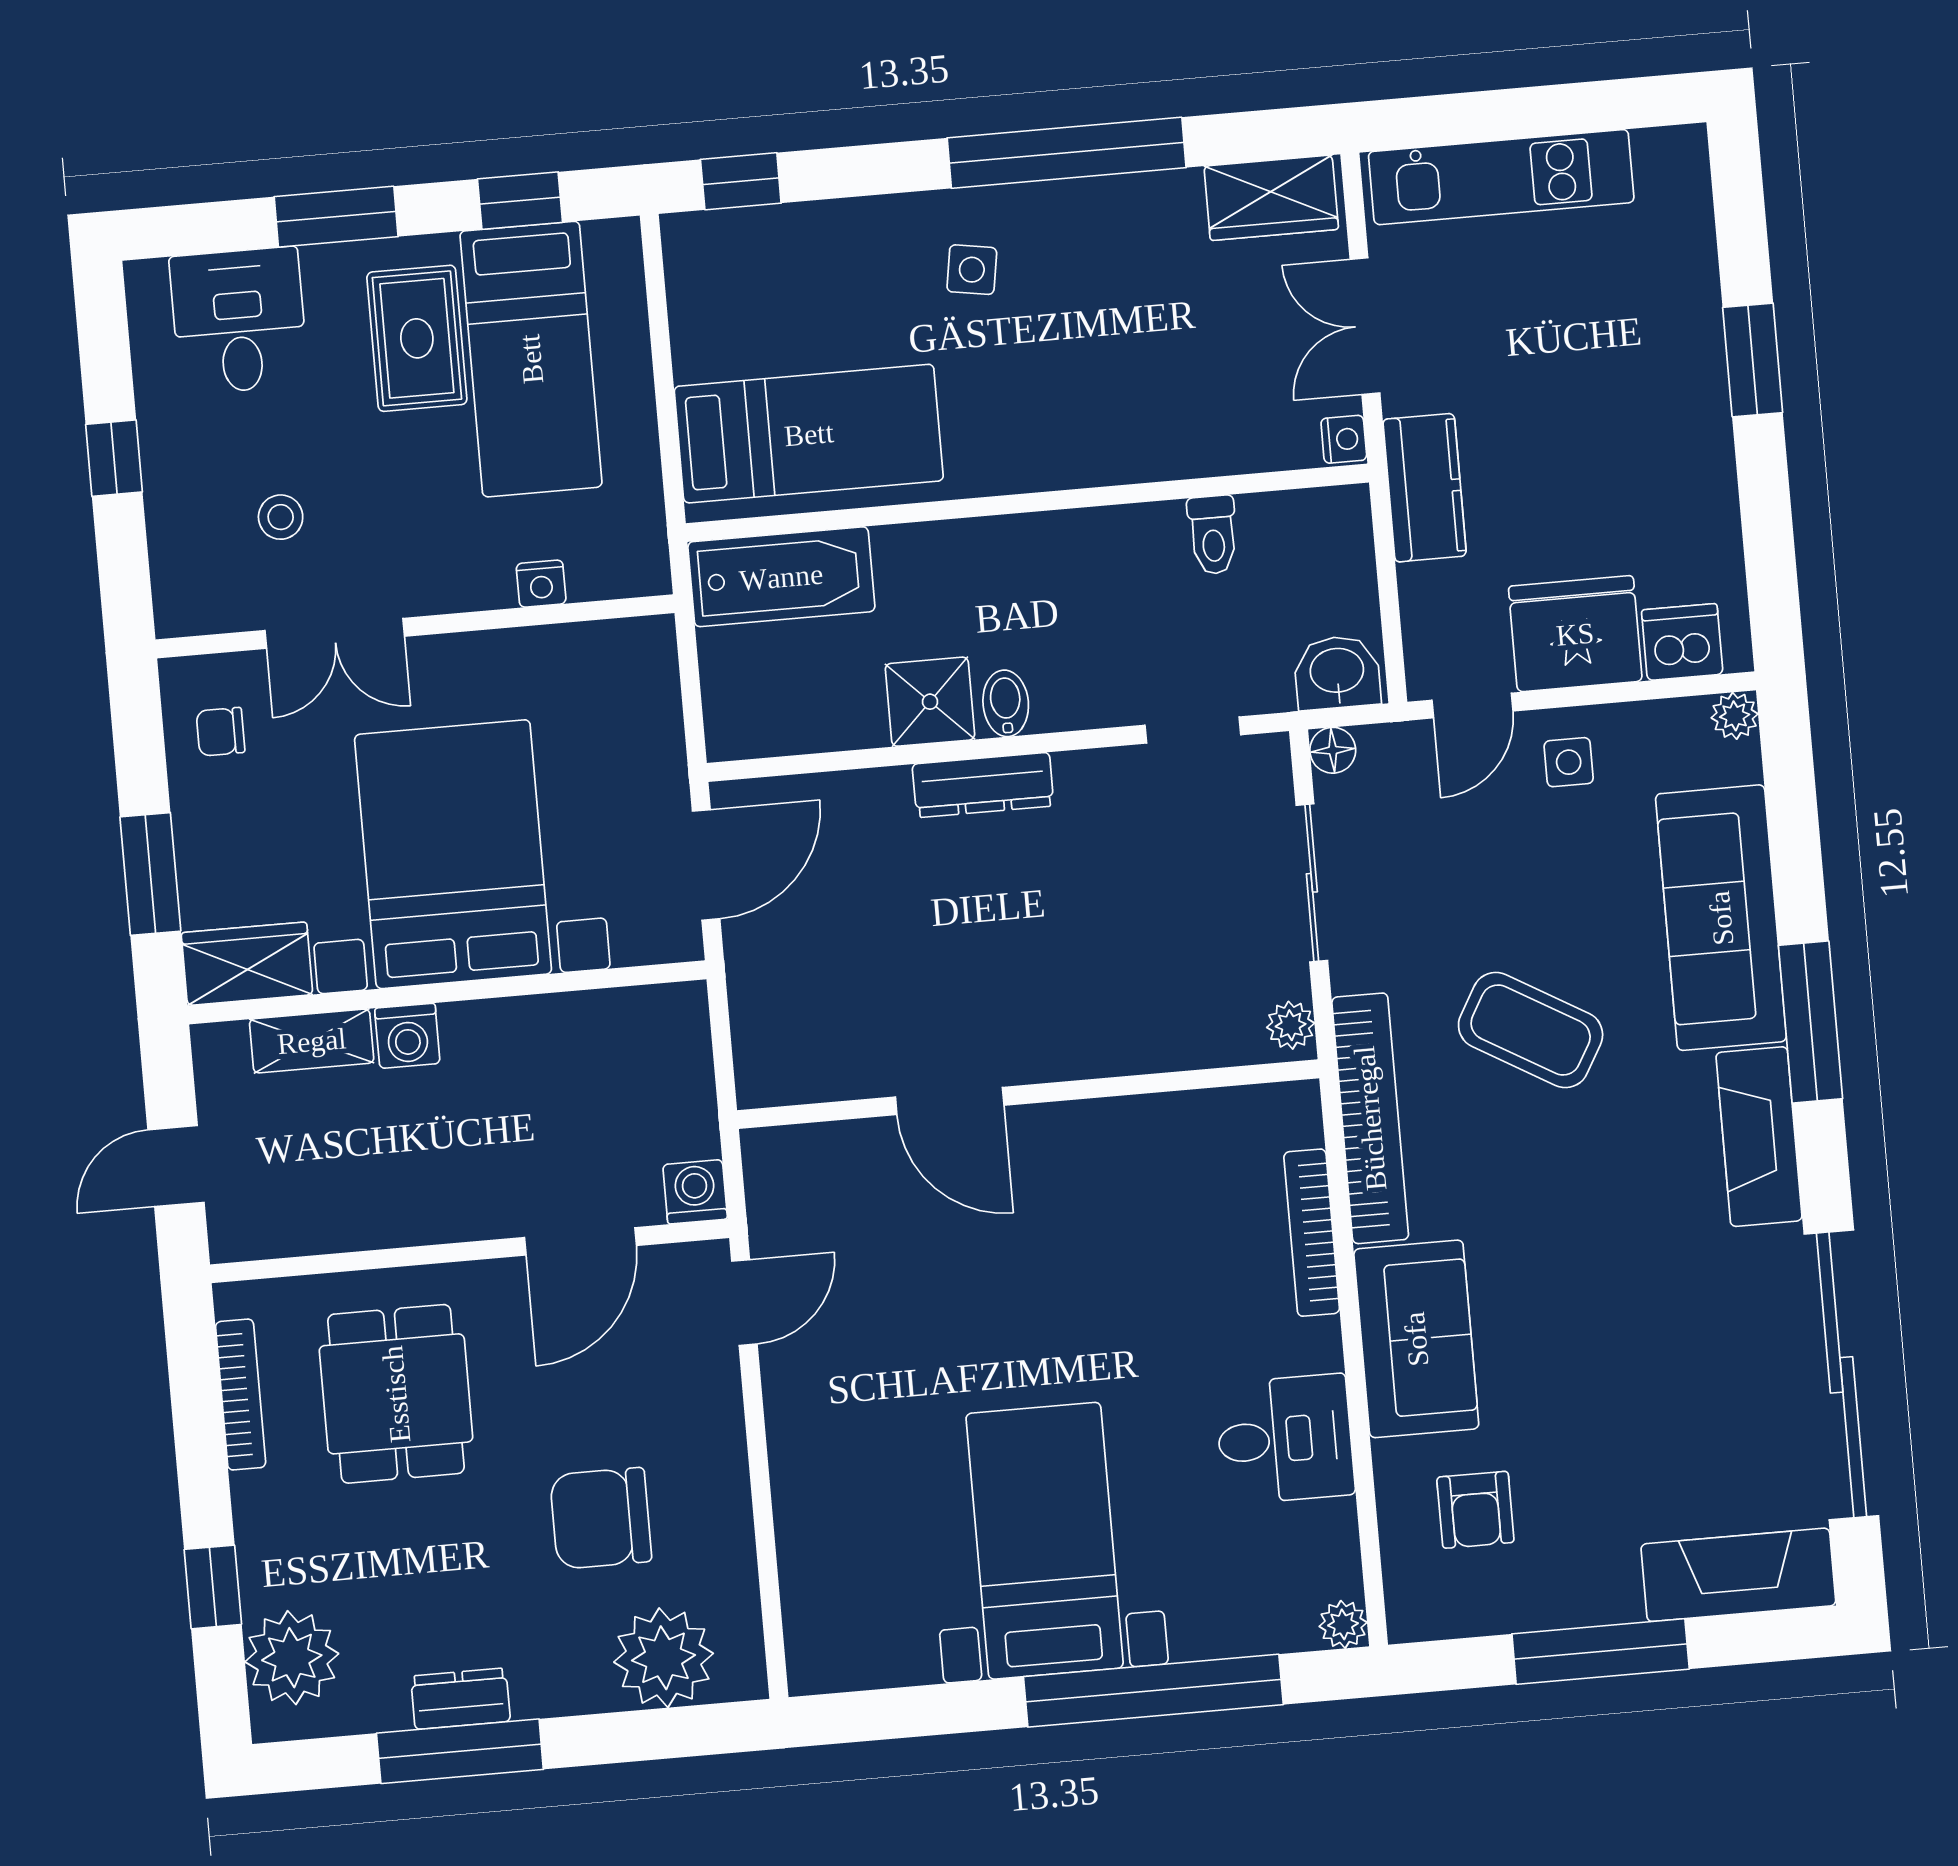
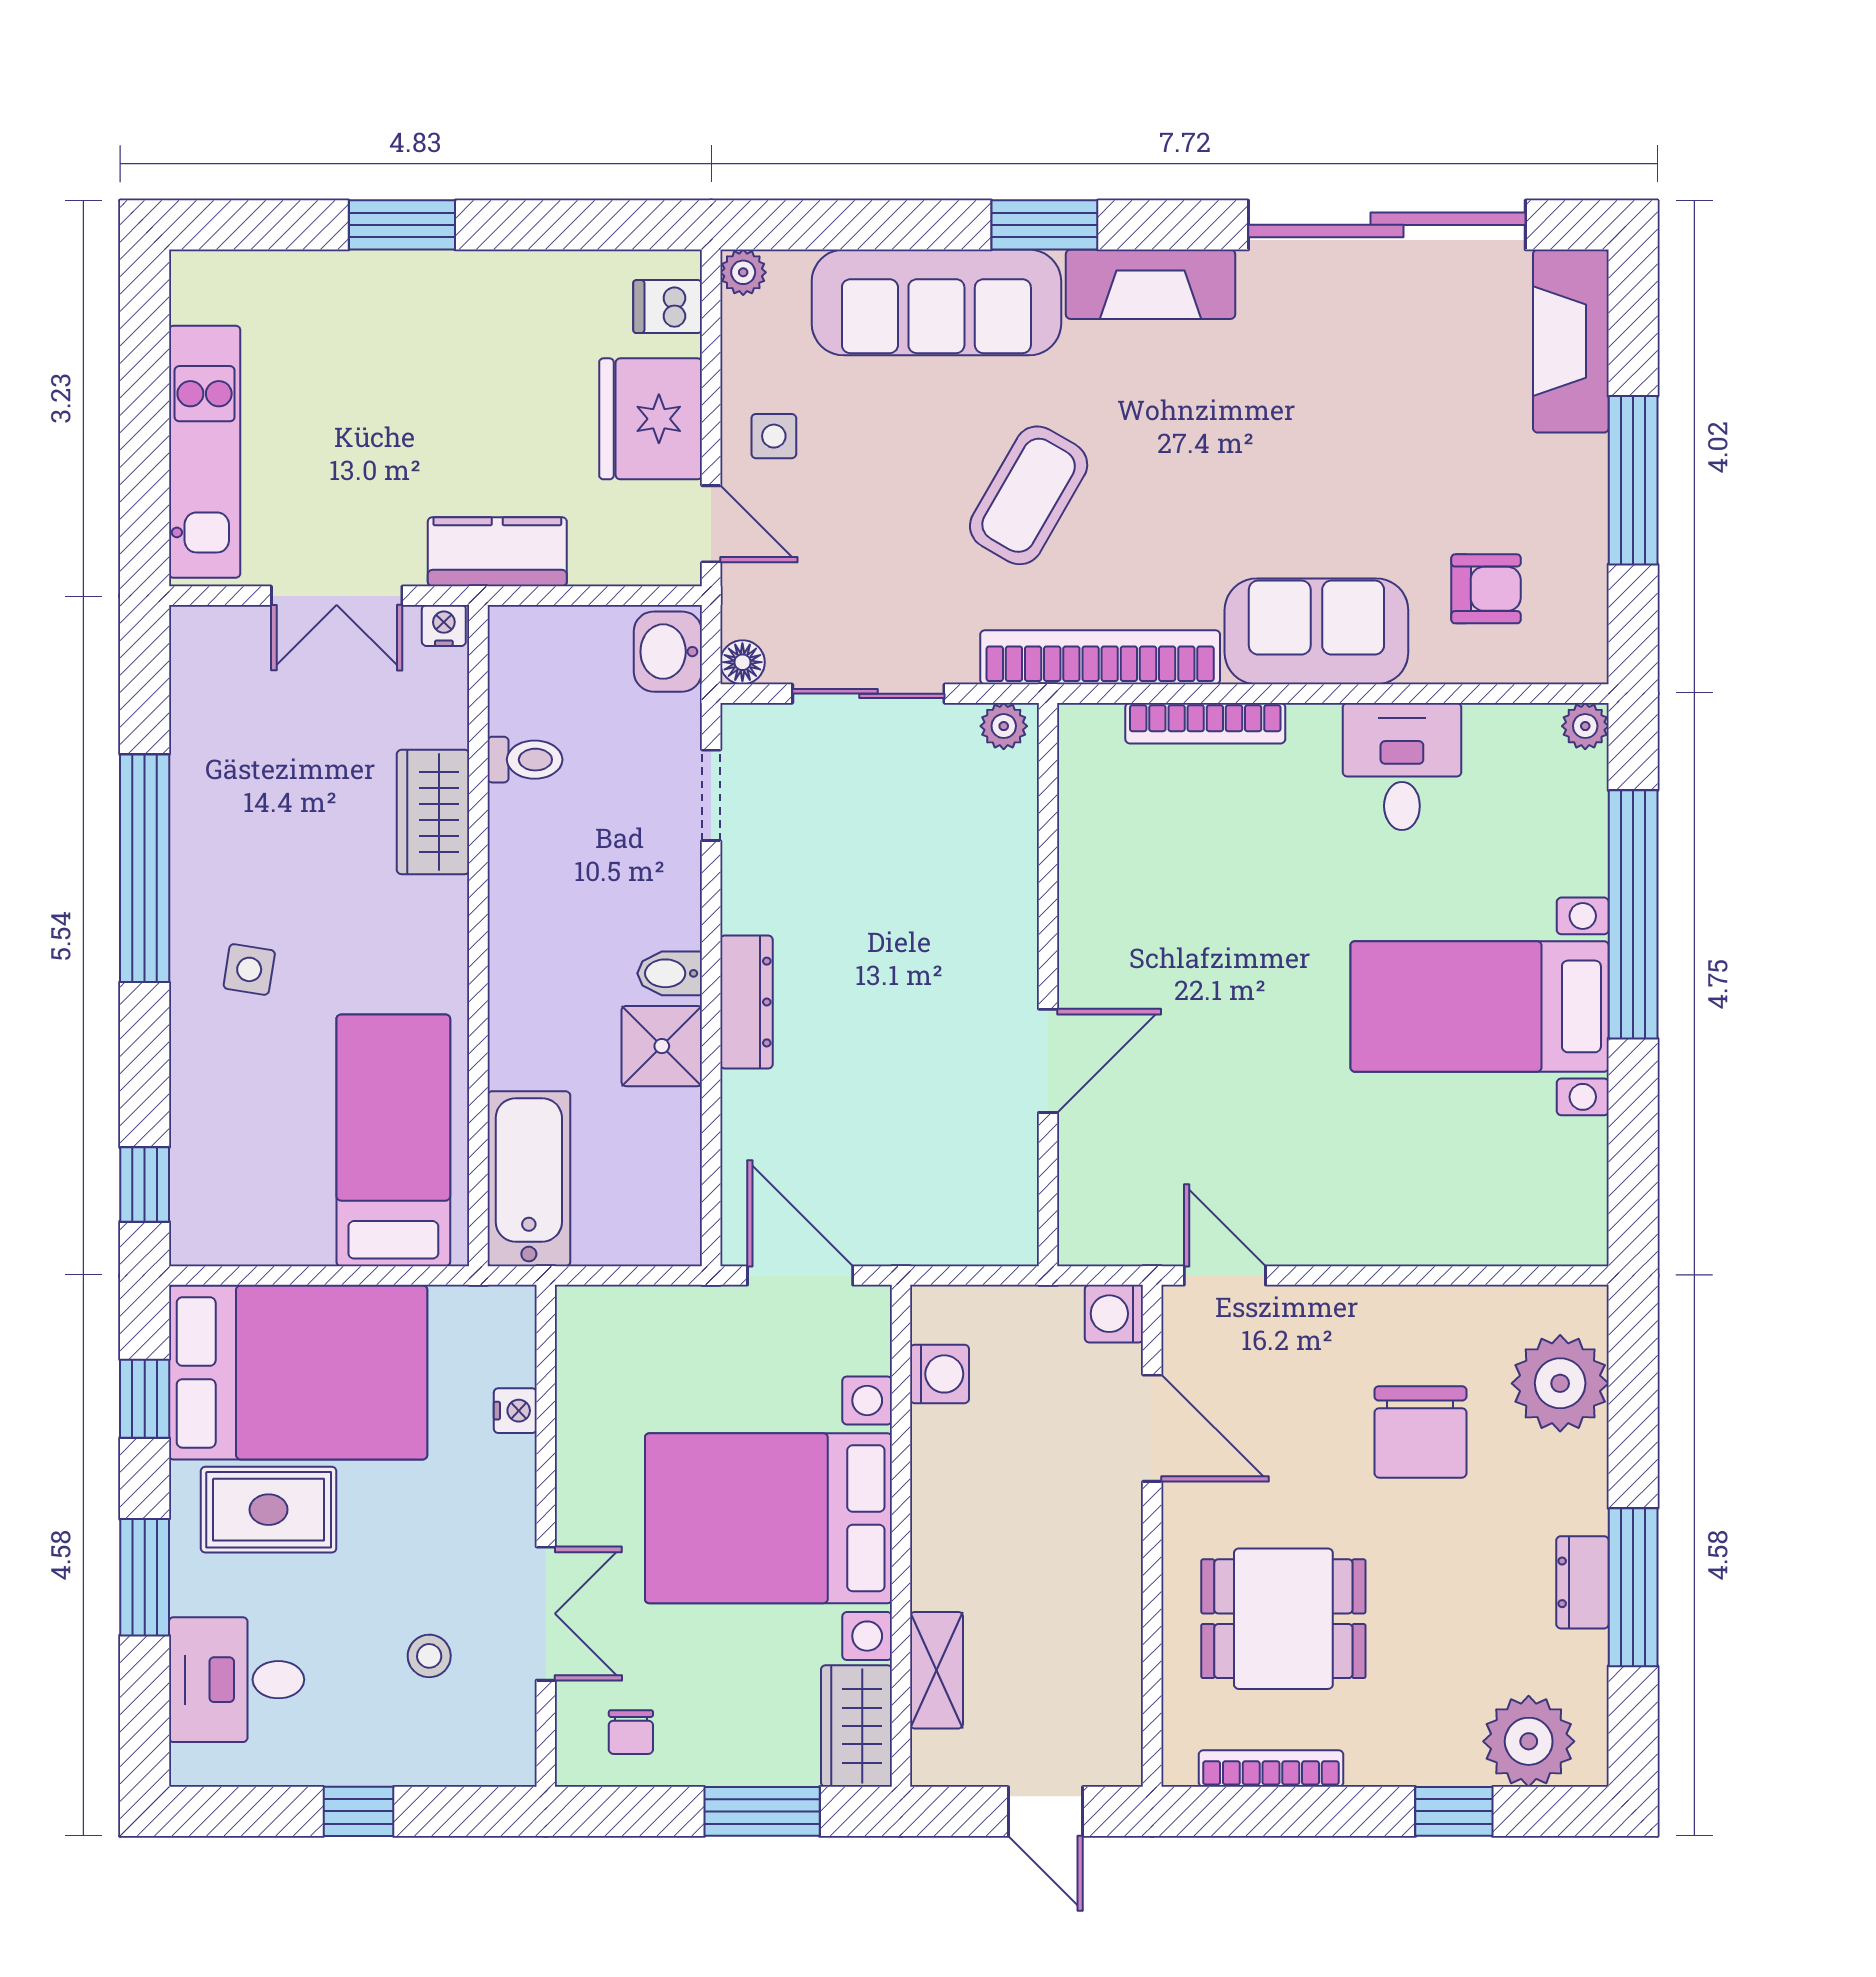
wardrobe: (1271, 198) -> (433, 812), moved, turned 180
bed: (531, 359) -> (298, 1372), width x1.50
dishwasher: (1682, 642) -> (668, 307), width x0.73
window: (1811, 1022) -> (1044, 225), width x0.69
washing machine: (407, 1036) -> (940, 1374), moved

